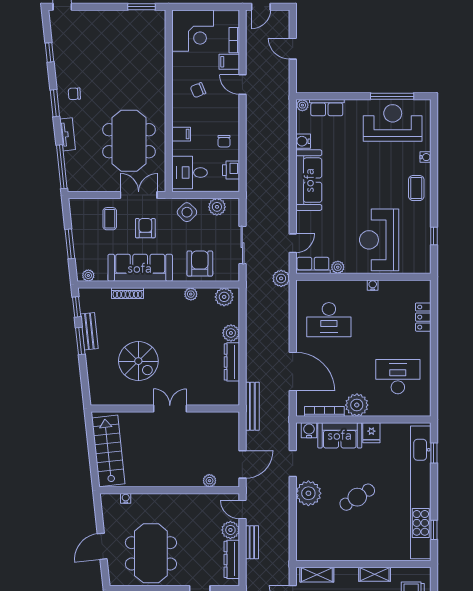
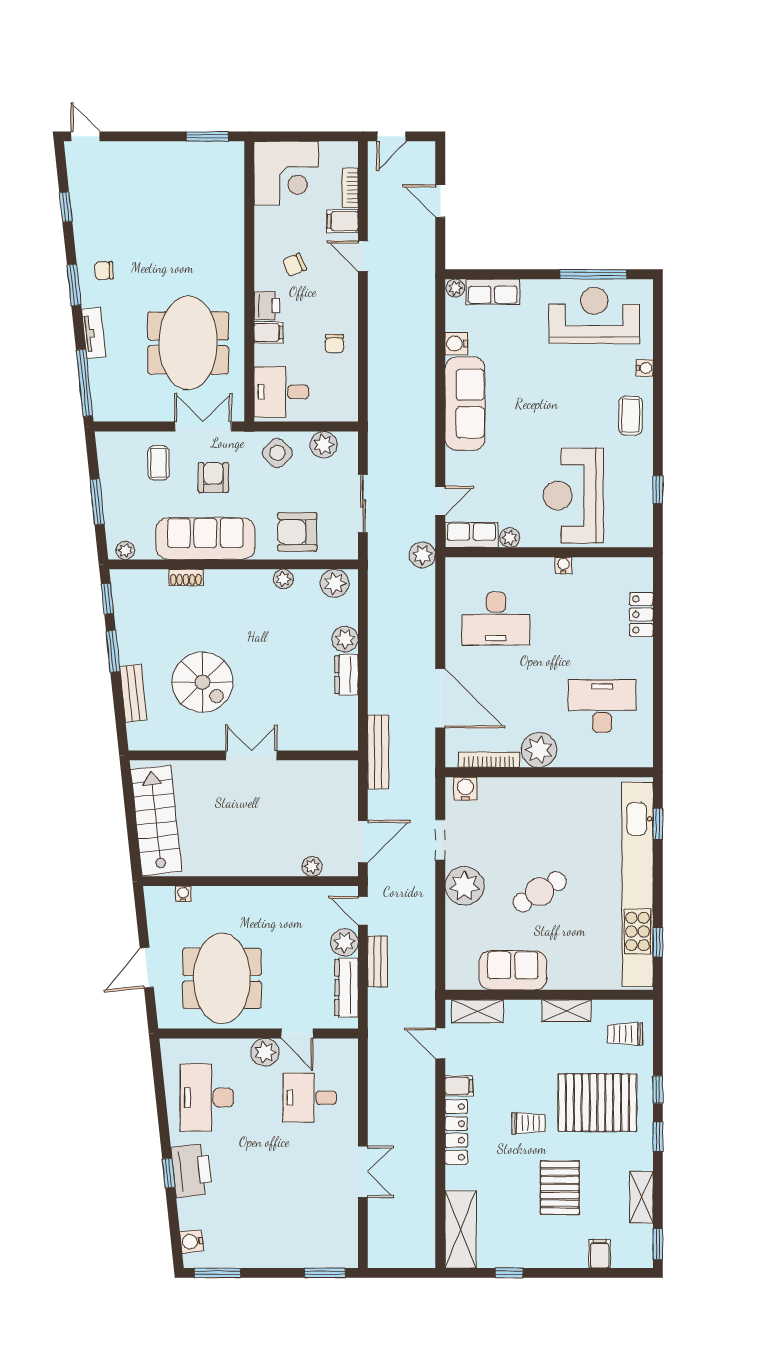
printer: (231, 170) -> (267, 306), moved, turned 180
armchair: (200, 264) -> (297, 532), turned -90
shoe rack: (128, 293) -> (186, 578), width x0.70
bench: (89, 331) -> (133, 693), moved
dresser: (232, 362) -> (346, 675), width x0.70
fridge: (371, 433) -> (562, 793), removed
sofa: (340, 435) -> (513, 970), moved, turned 180

